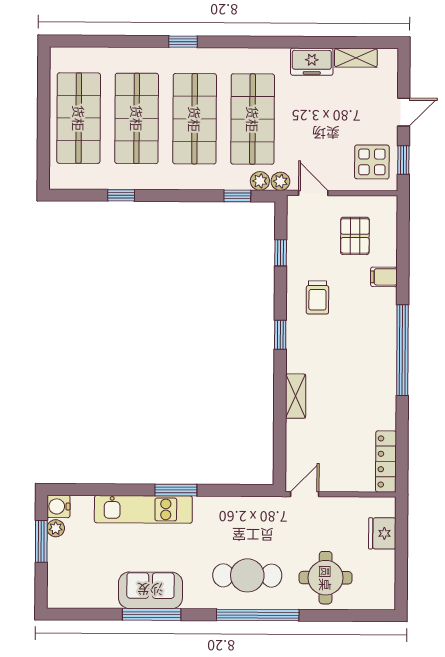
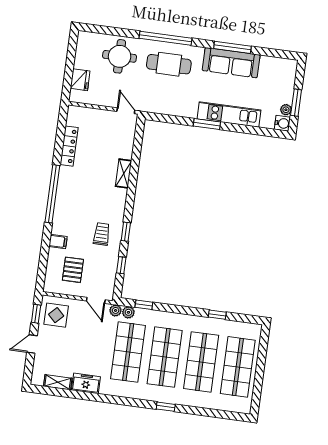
window: (280, 335) -> (126, 232), moved
locker: (386, 462) -> (69, 146), moved
door: (305, 494) -> (126, 111), swing flipped
sofa: (150, 590) -> (231, 63), width x1.36

